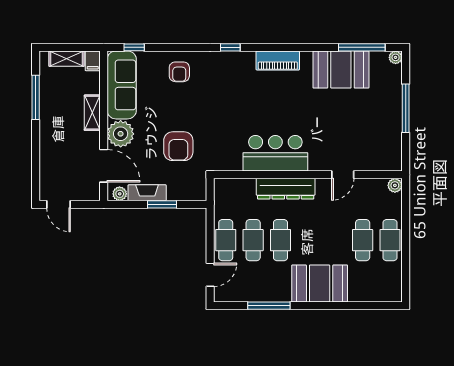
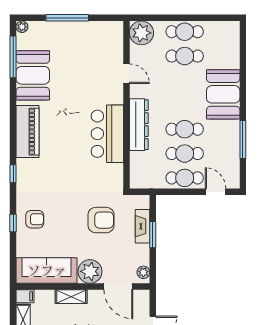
window: (134, 47) -> (13, 223), moved
piano: (278, 60) -> (28, 132), width x1.37, depth x1.33
door: (104, 166) -> (118, 286), swing flipped
plant: (395, 185) -> (141, 33), width x1.88, depth x1.88
fireplace: (147, 193) -> (143, 226), moved

